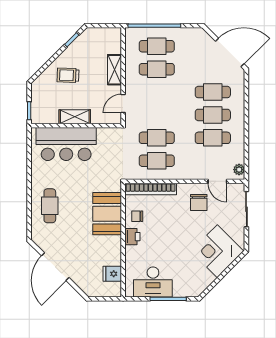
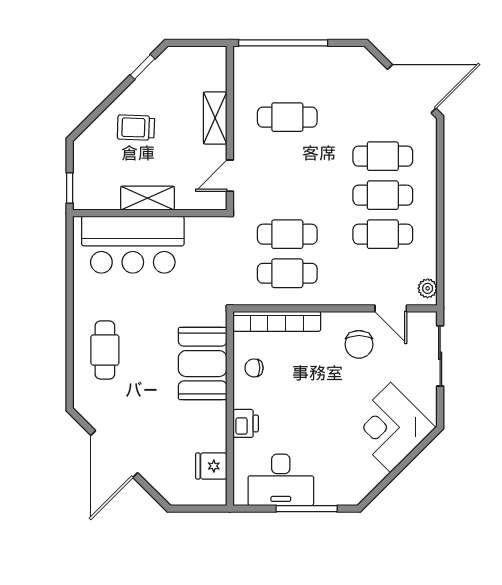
cafe table: (157, 46) -> (287, 78), removed
printer: (132, 237) -> (246, 423), moved

